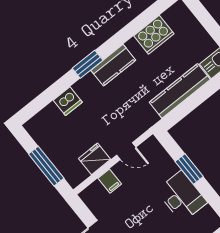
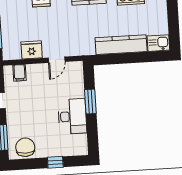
door: (126, 151) -> (57, 60), hinge flipped
filing cabinet: (110, 181) -> (19, 73), moved

